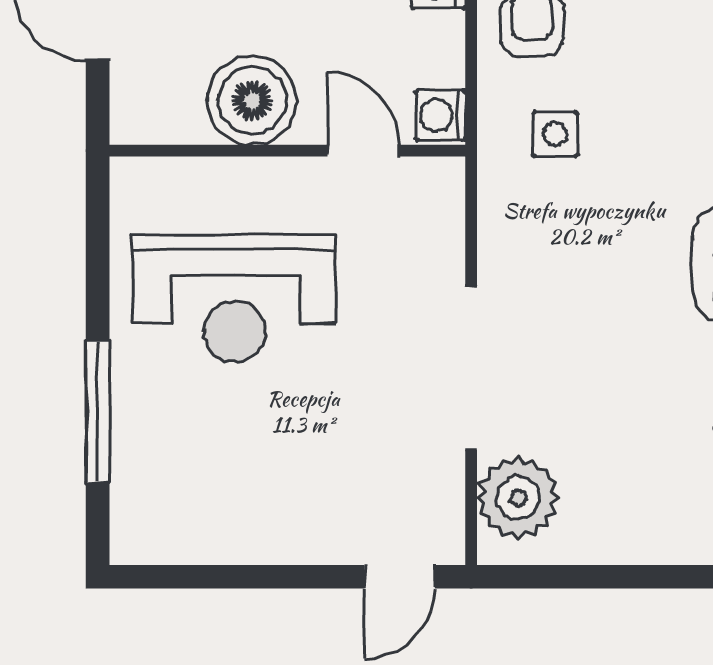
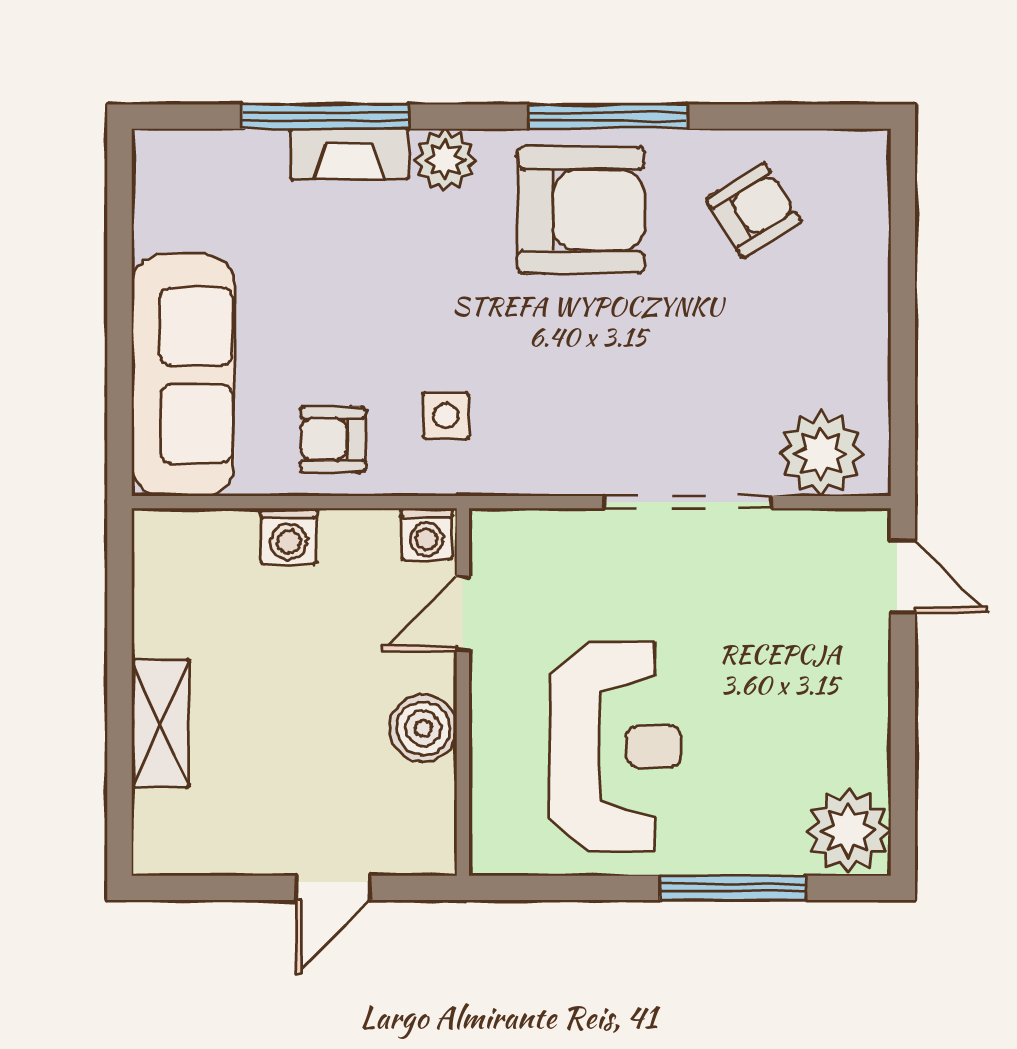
boiler: (252, 100) -> (423, 728), width x0.73, depth x0.73
plant: (153, 524) -> (848, 831), added

